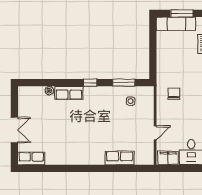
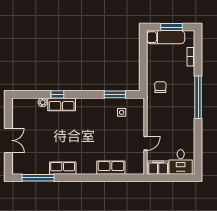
window: (90, 83) -> (57, 94), moved
chair: (174, 94) -> (160, 87), moved
row of seats: (31, 158) -> (63, 168), moved
window: (45, 168) -> (38, 178), added

